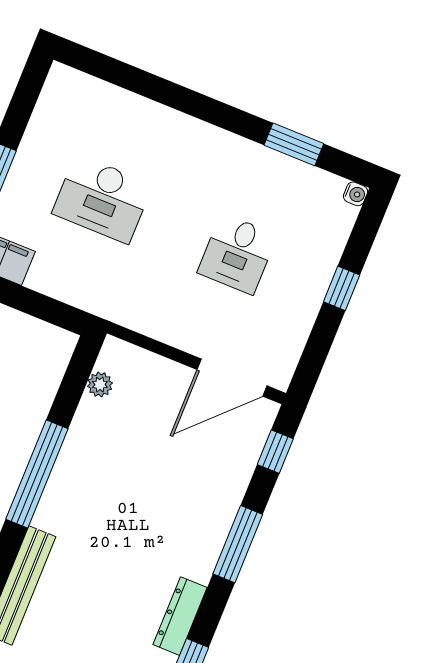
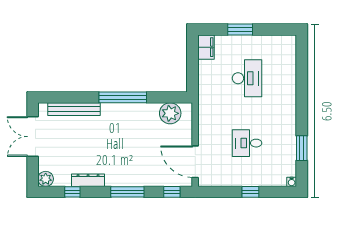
desk: (102, 199) -> (247, 78), turned 180
plant: (100, 385) -> (170, 113), width x1.87, depth x1.87

